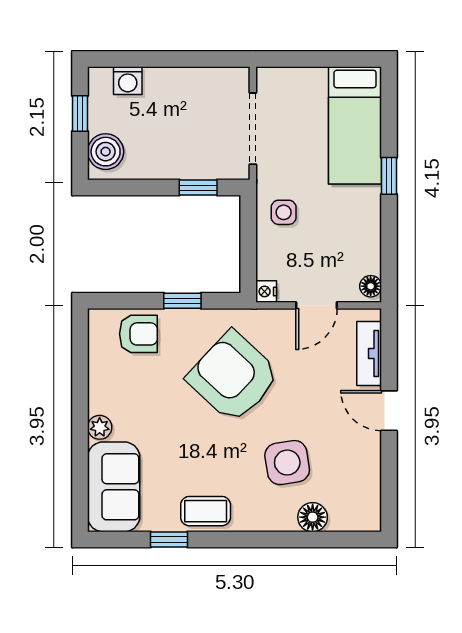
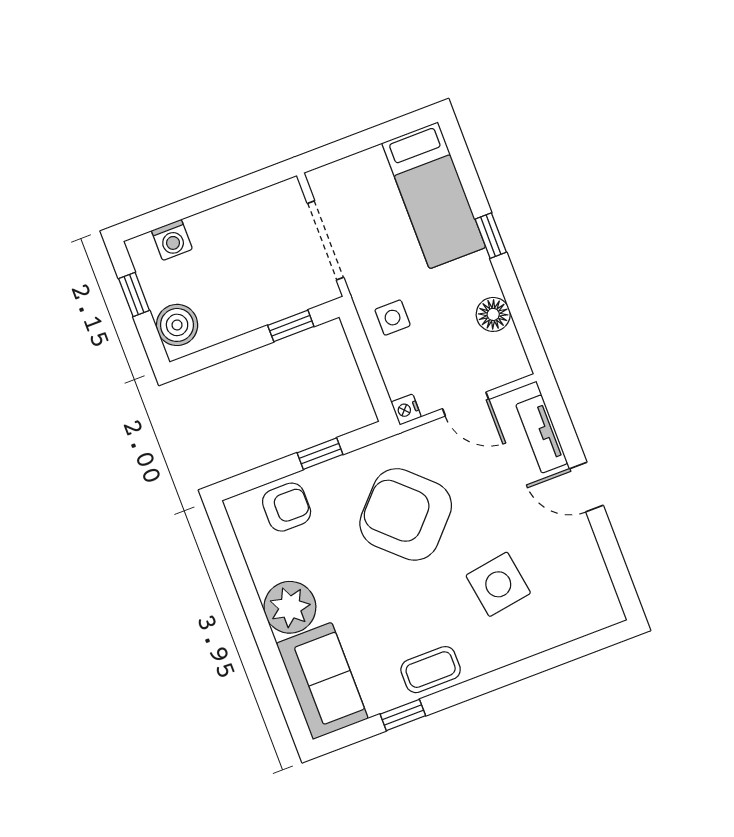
floor lamp: (371, 286) -> (493, 314), moved, width x1.37, depth x1.37
door: (316, 305) -> (466, 404), hinge flipped
plant: (100, 427) -> (290, 607), width x1.88, depth x1.88
floor lamp: (313, 517) -> (548, 633), removed

